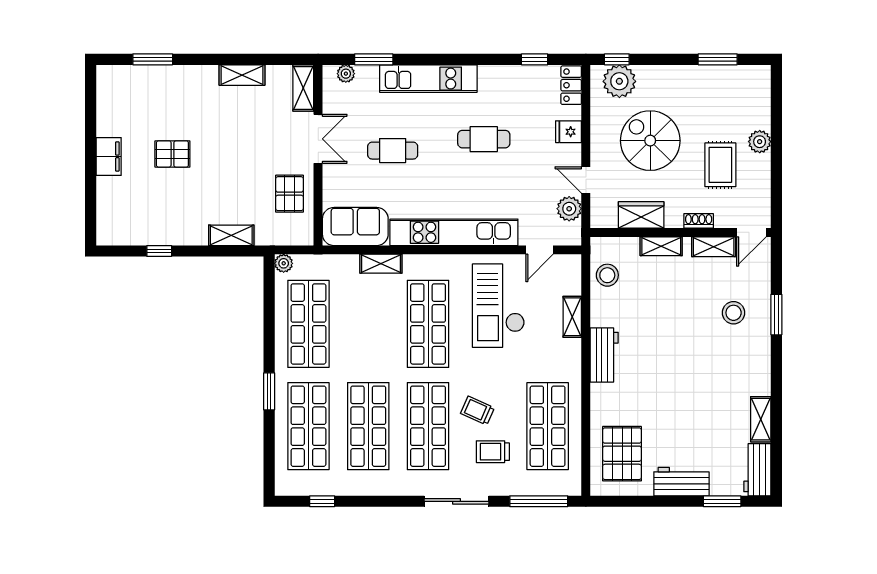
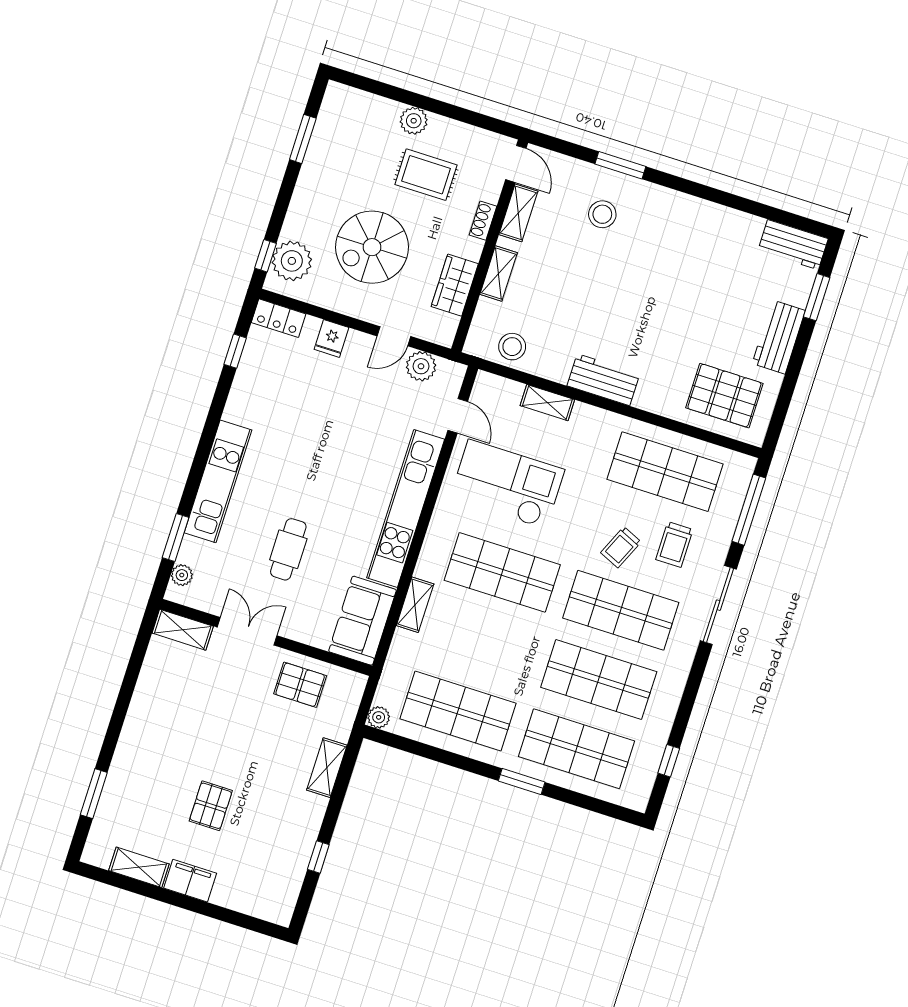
shelving: (242, 75) -> (139, 867), moved, turned 90
cafe table: (484, 139) -> (309, 439), removed
checkout: (498, 306) -> (507, 484), turned 180
shelving: (761, 419) -> (736, 222), removed

